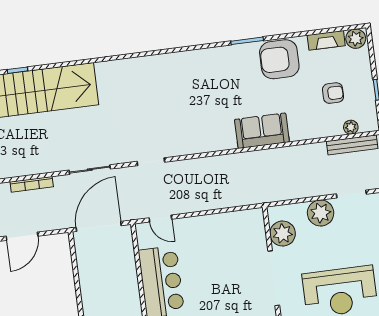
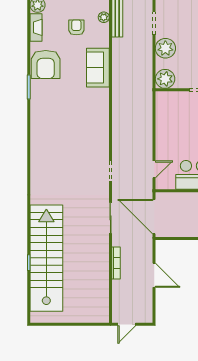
sofa: (262, 131) -> (98, 68), moved
plant: (283, 234) -> (165, 79), moved

